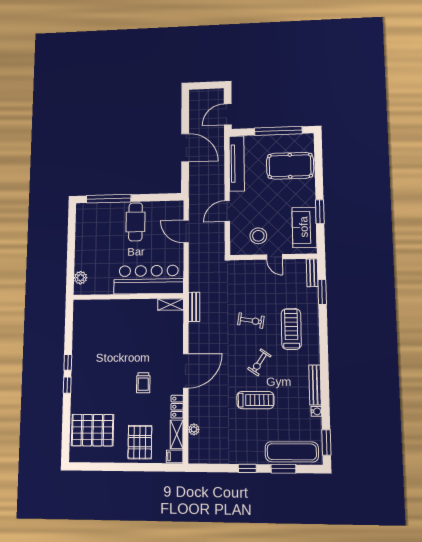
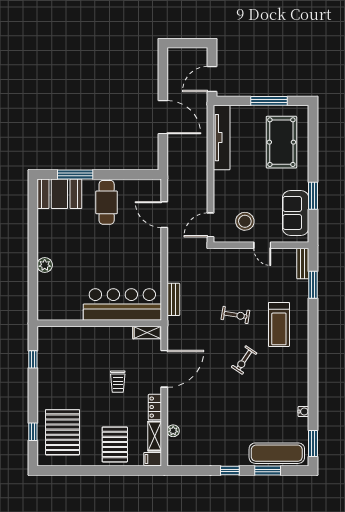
window: (278, 131) -> (269, 101), width x0.68
pool table: (290, 166) -> (281, 142), turned 90
window: (109, 199) -> (75, 175), width x0.68
door: (227, 211) -> (210, 225), moved
booth: (95, 215) -> (59, 194), added
bar counter: (149, 280) -> (122, 304), moved
wall: (128, 297) -> (99, 323), moved
shelving: (171, 304) -> (147, 333), moved
treadmill: (291, 329) -> (279, 325), turned 180
window: (67, 385) -> (33, 432), moved
bench: (315, 385) -> (303, 384), removed
treadmill: (255, 400) -> (239, 400), removed
pallet: (93, 430) -> (63, 432), turned 90

